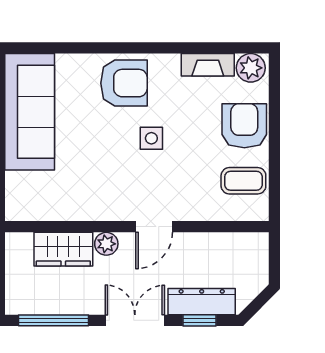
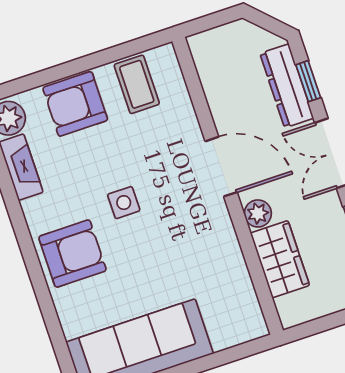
armchair: (124, 83) -> (73, 254), turned 90
door: (154, 227) -> (221, 167), width x1.37

